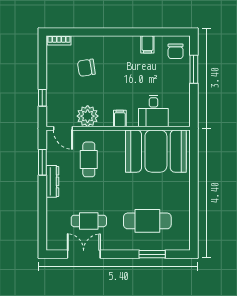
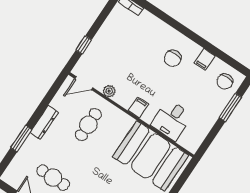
chair: (86, 68) -> (173, 58), moved, turned -81
plant: (88, 116) -> (109, 91), width x0.53, depth x0.53
door: (63, 128) -> (84, 83), hinge flipped
window: (42, 162) -> (21, 139), moved

